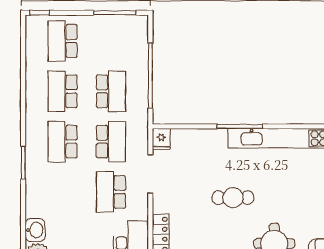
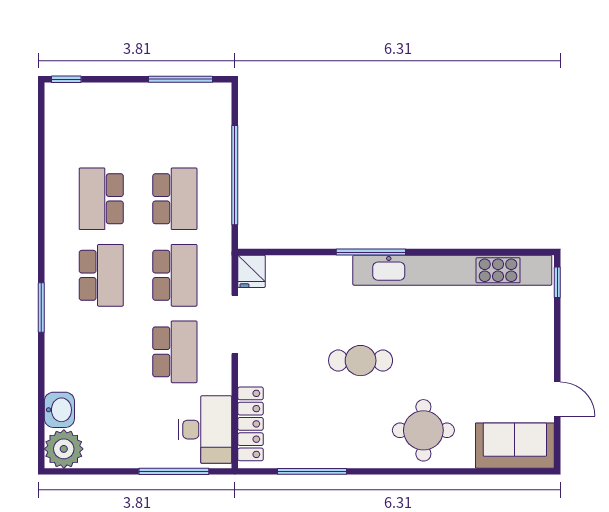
school desk: (63, 41) -> (101, 122), removed
school desk: (63, 142) -> (101, 275), turned 180
school desk: (111, 192) -> (175, 352), turned 180

